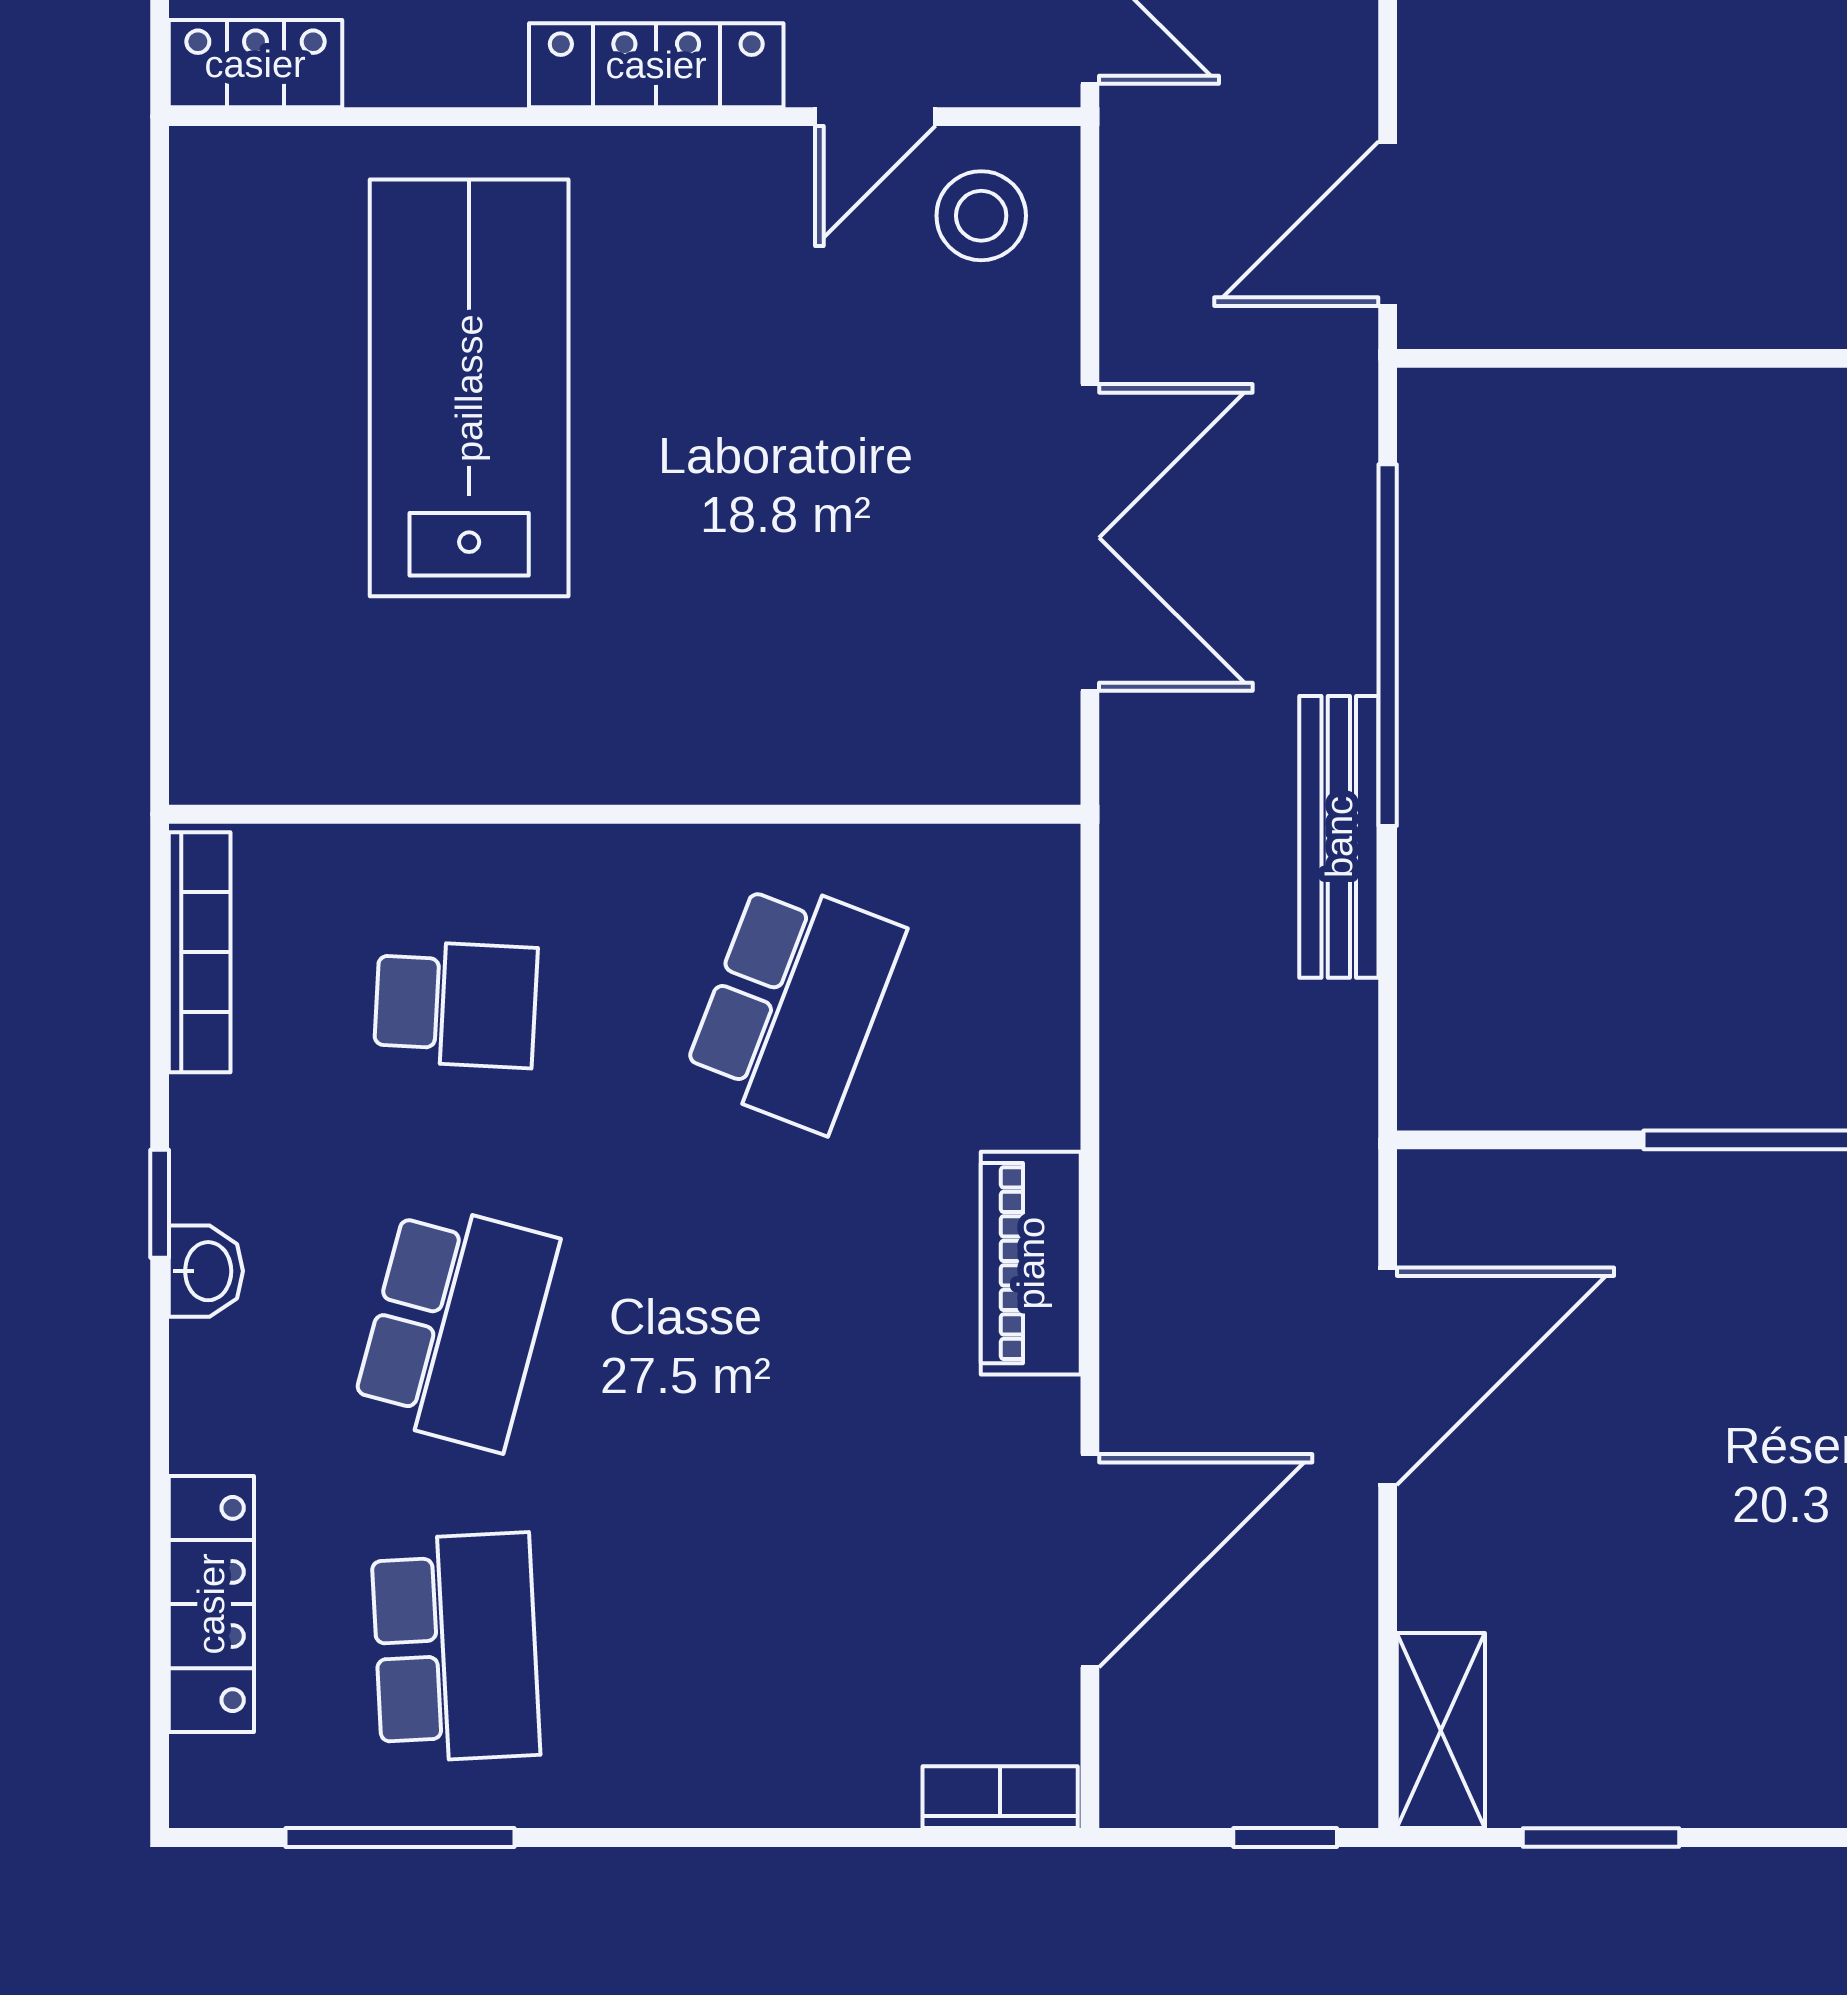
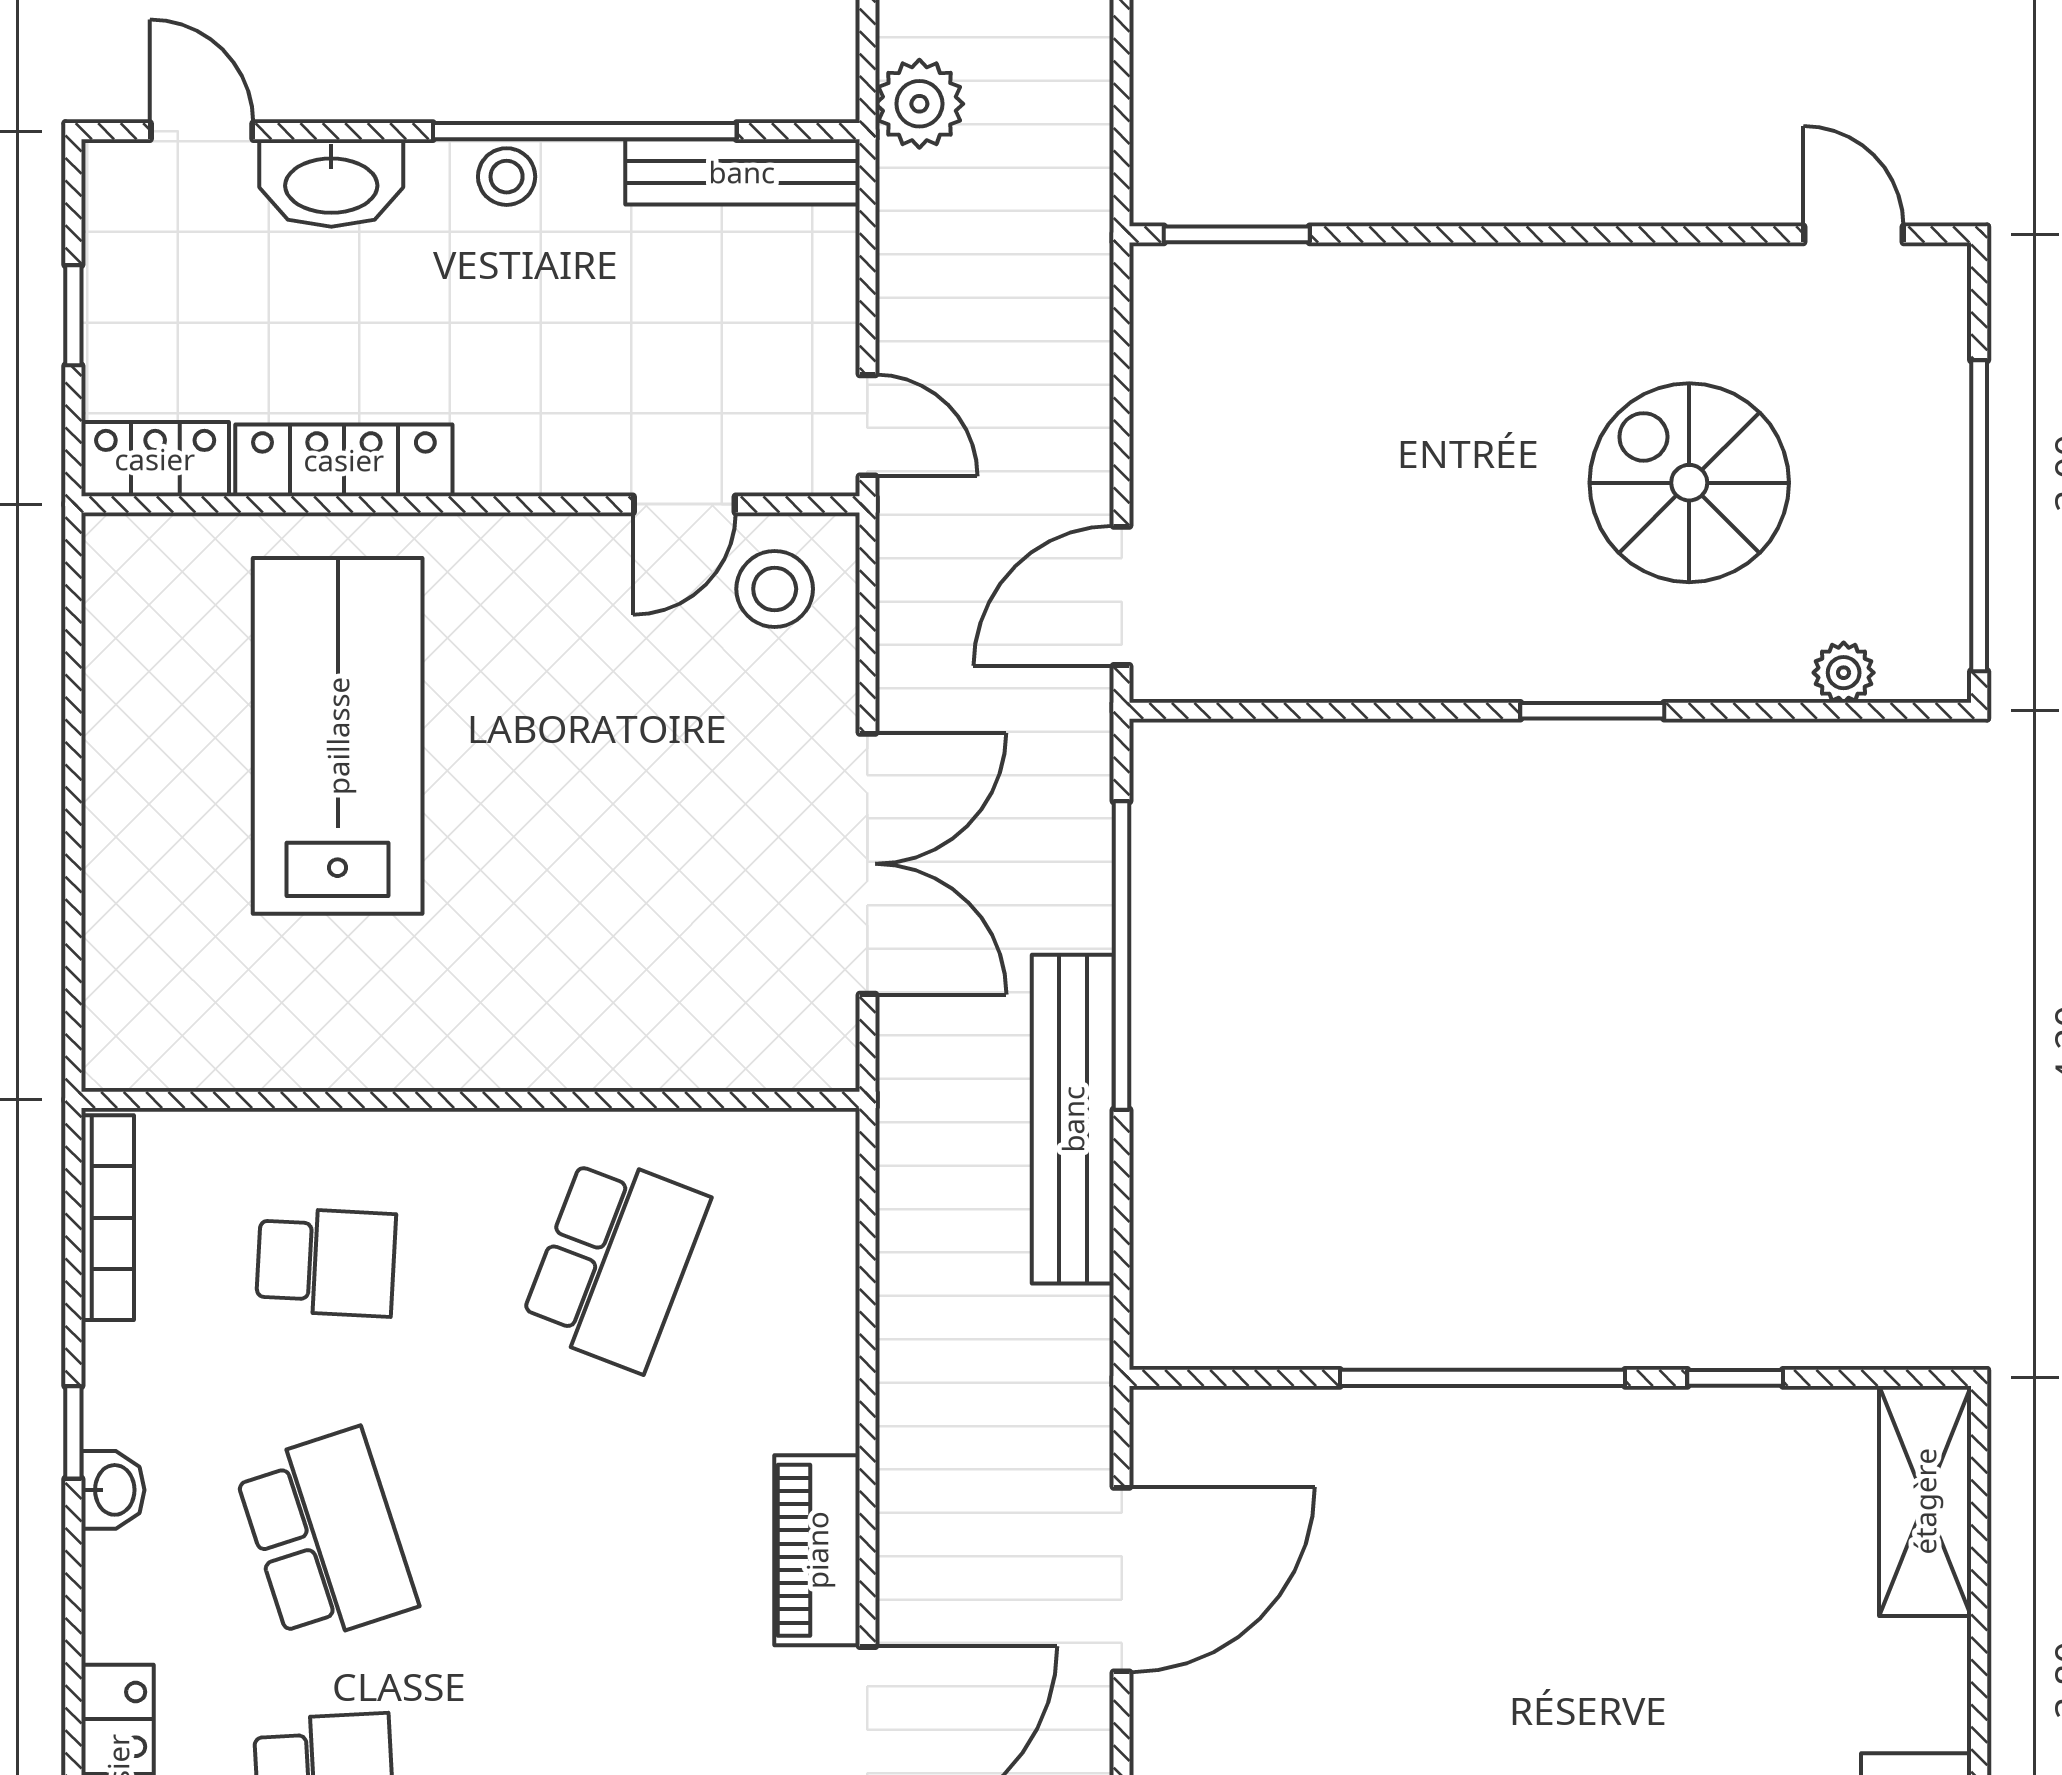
locker: (656, 65) -> (344, 460), moved
bench: (1339, 837) -> (1073, 1119), width x1.37, depth x1.21
piano: (1031, 1263) -> (817, 1550), moved
school desk: (456, 1326) -> (326, 1537), turned -33

